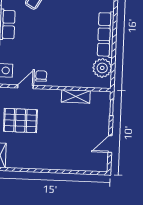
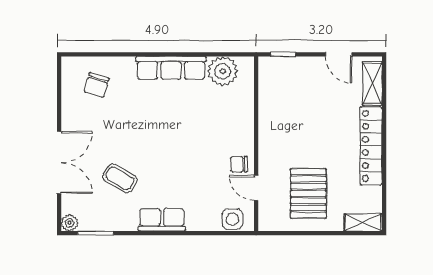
shelving: (76, 96) -> (372, 84), moved
locker: (50, 162) -> (371, 146), added

